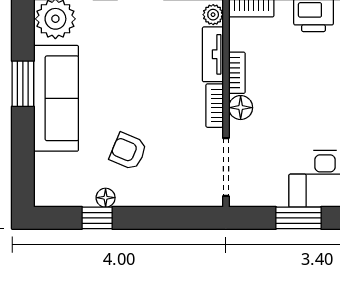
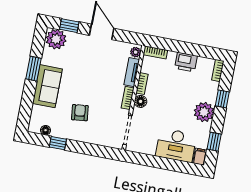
sofa: (56, 98) -> (47, 86), width x0.73
armchair: (128, 151) -> (80, 113), turned 61
floor lamp: (106, 198) -> (46, 130), moved
window: (298, 218) -> (159, 162), removed

